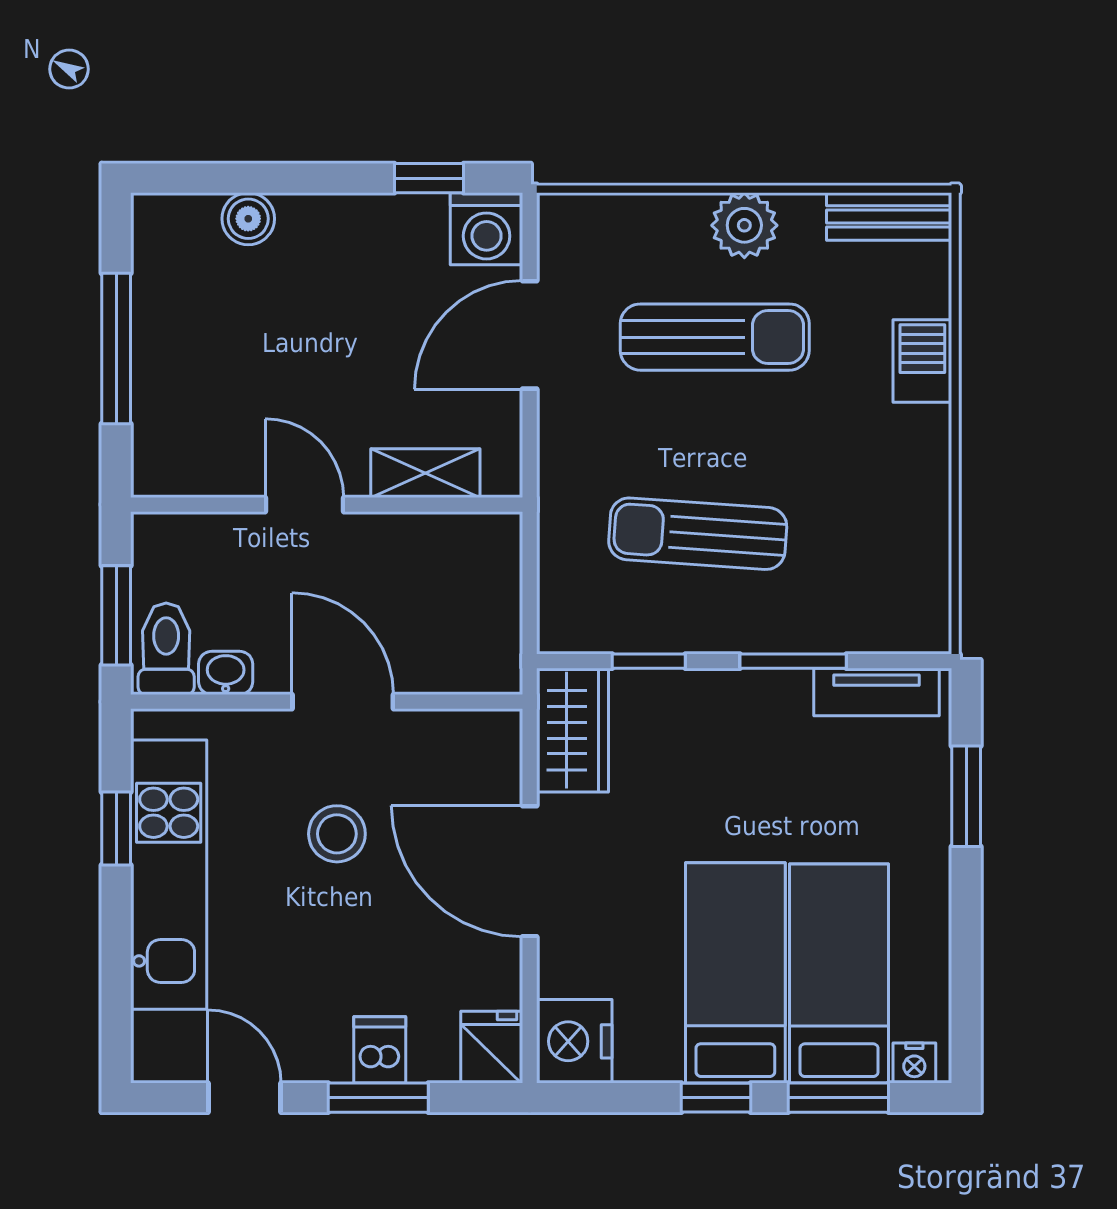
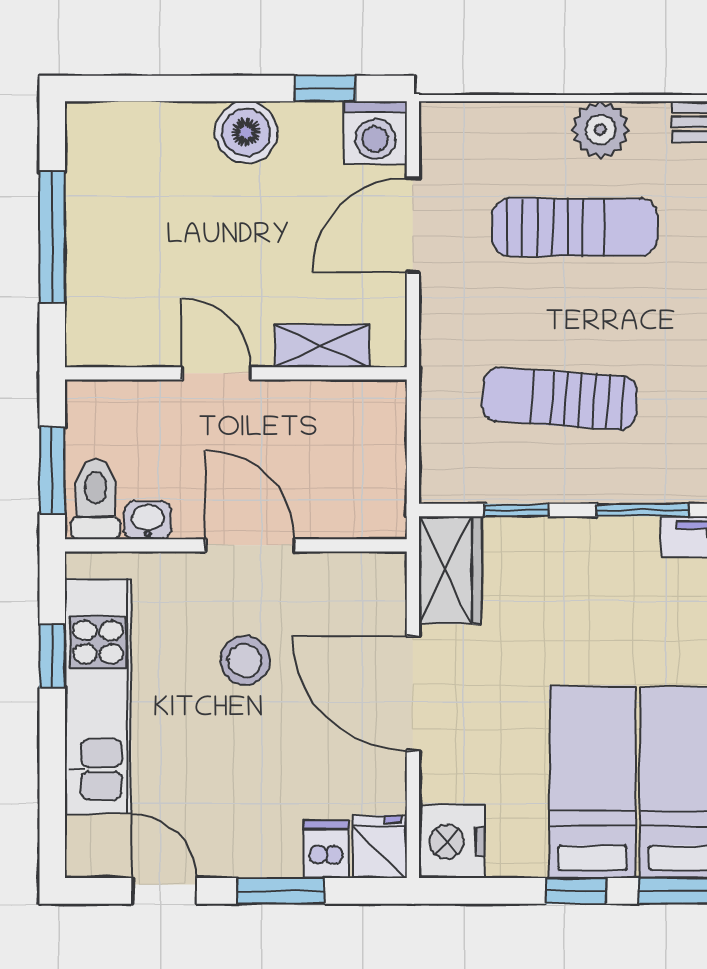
boiler: (248, 219) -> (246, 132), moved, width x1.36, depth x1.36
dishwasher: (380, 1050) -> (326, 849), moved

